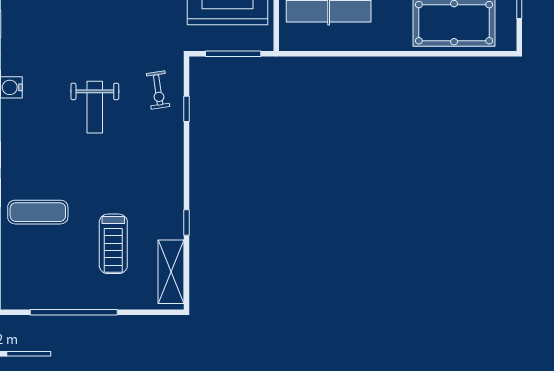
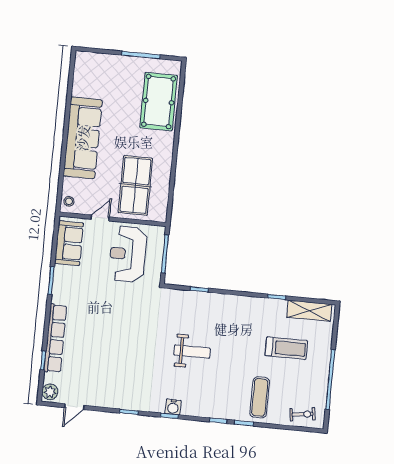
exercise bike: (158, 90) -> (303, 414), moved

